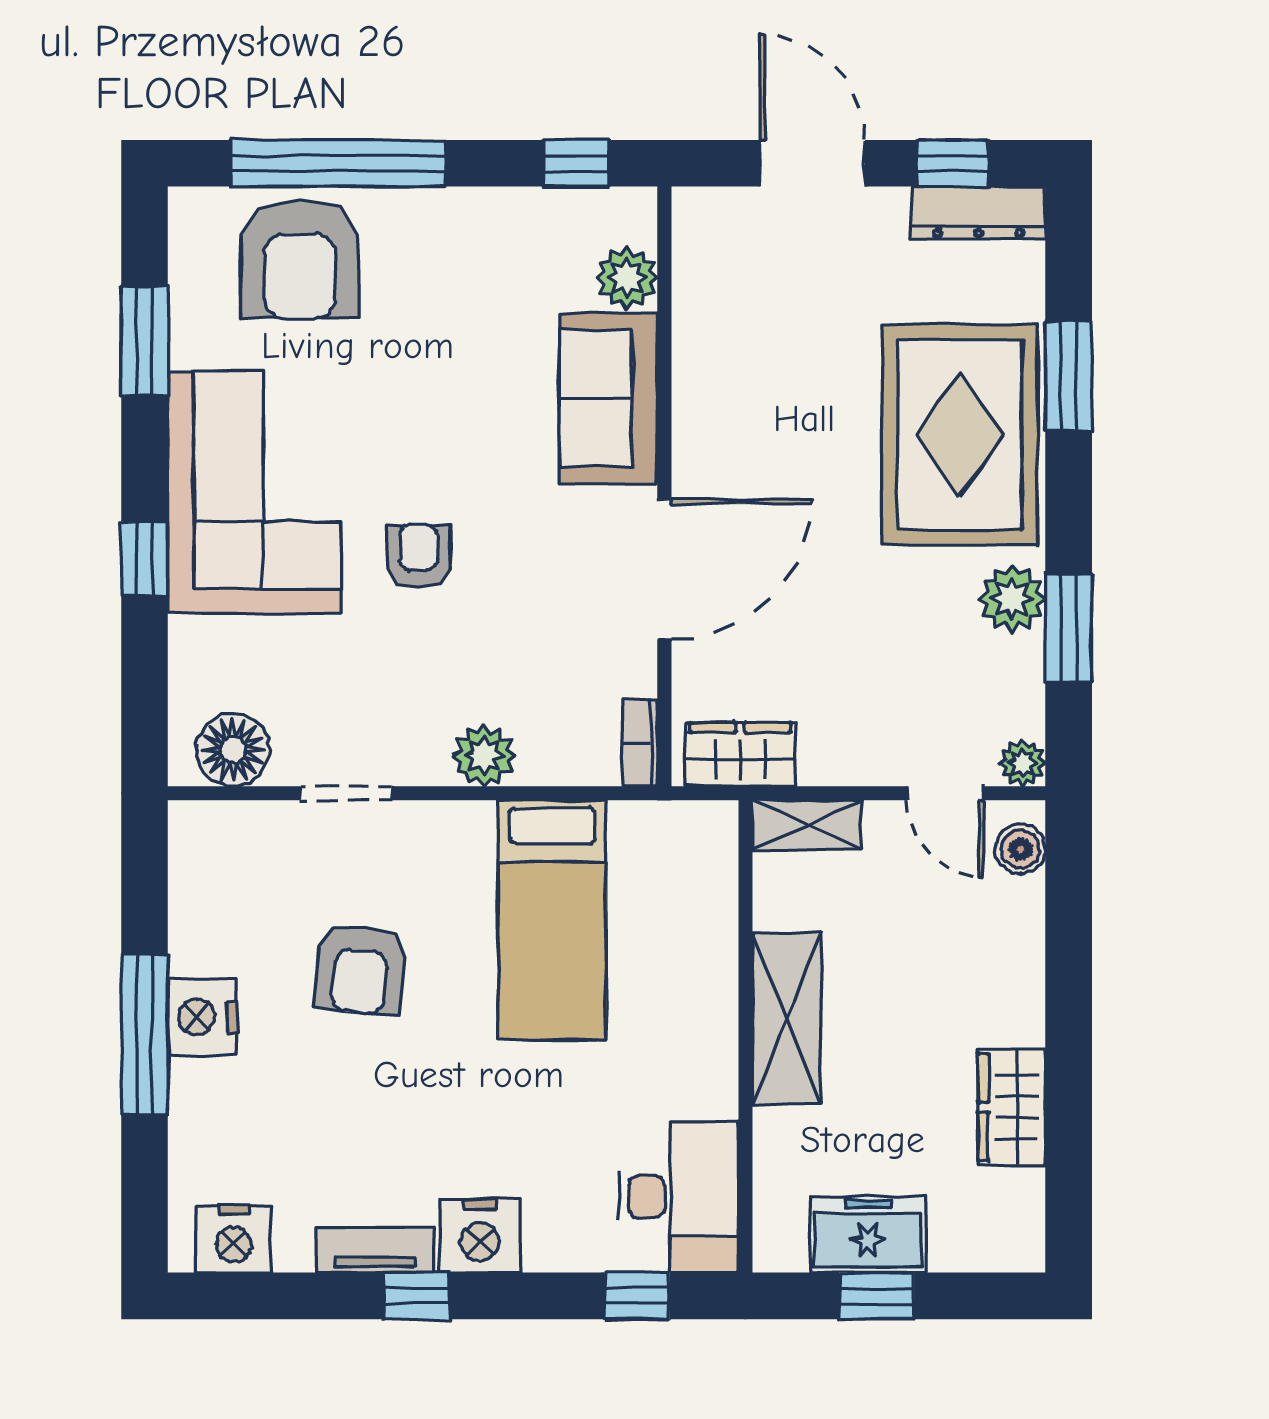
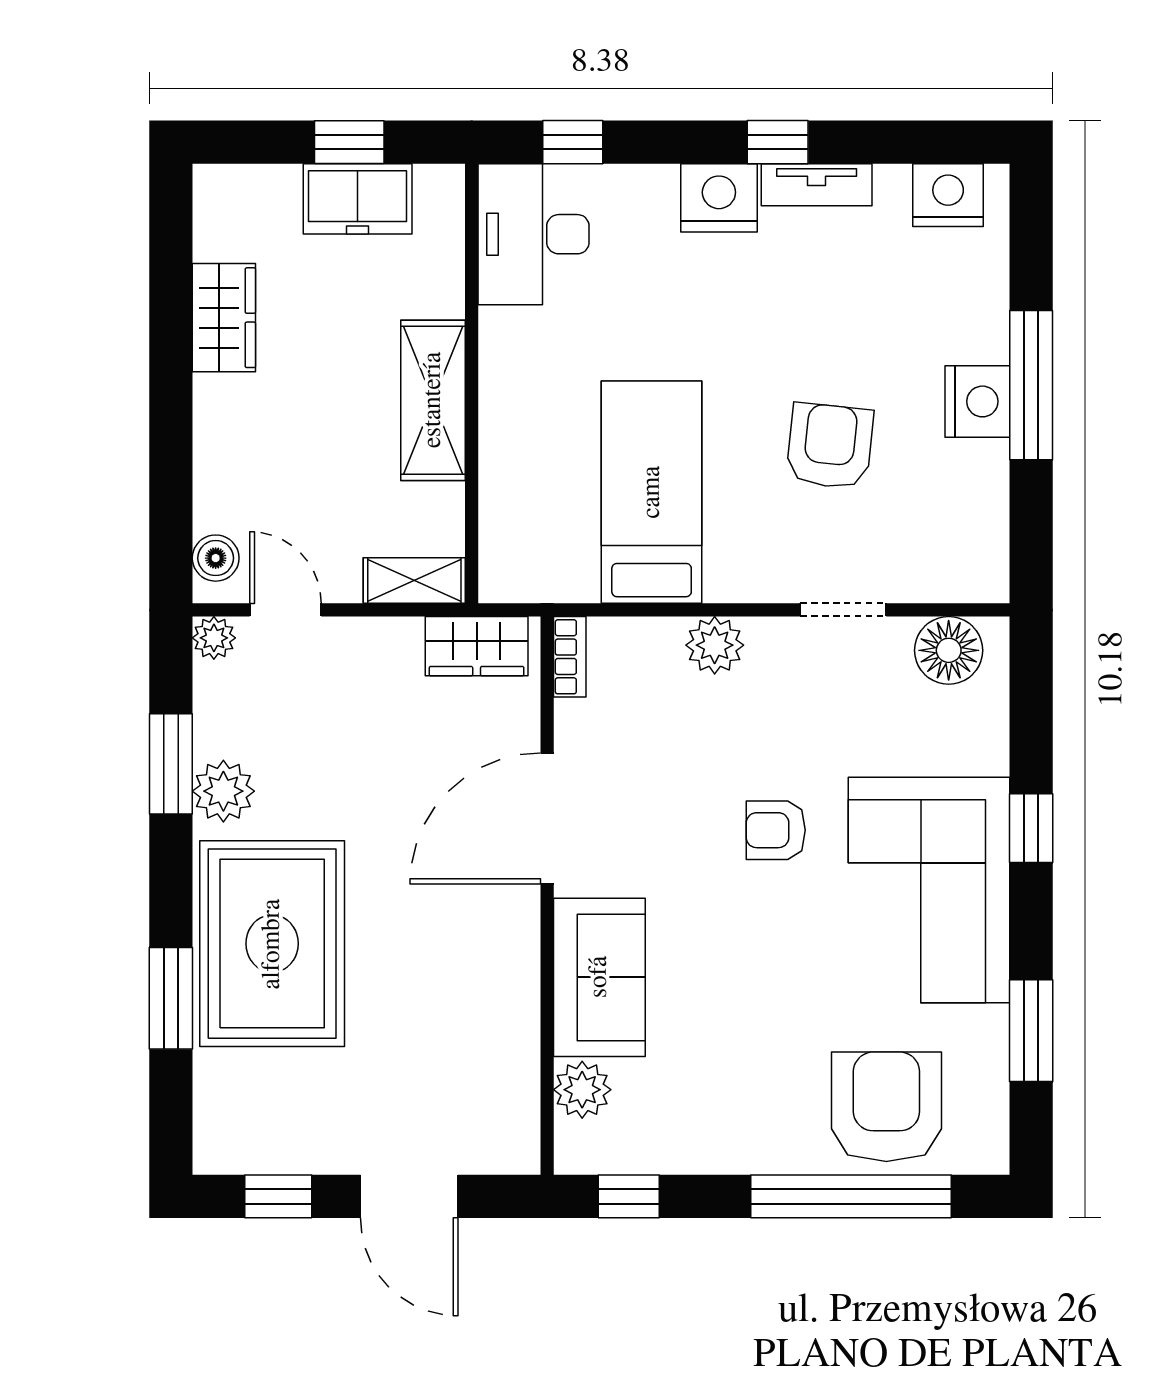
dresser: (978, 213) -> (255, 1150), removed
armchair: (419, 557) -> (776, 830), turned 90

